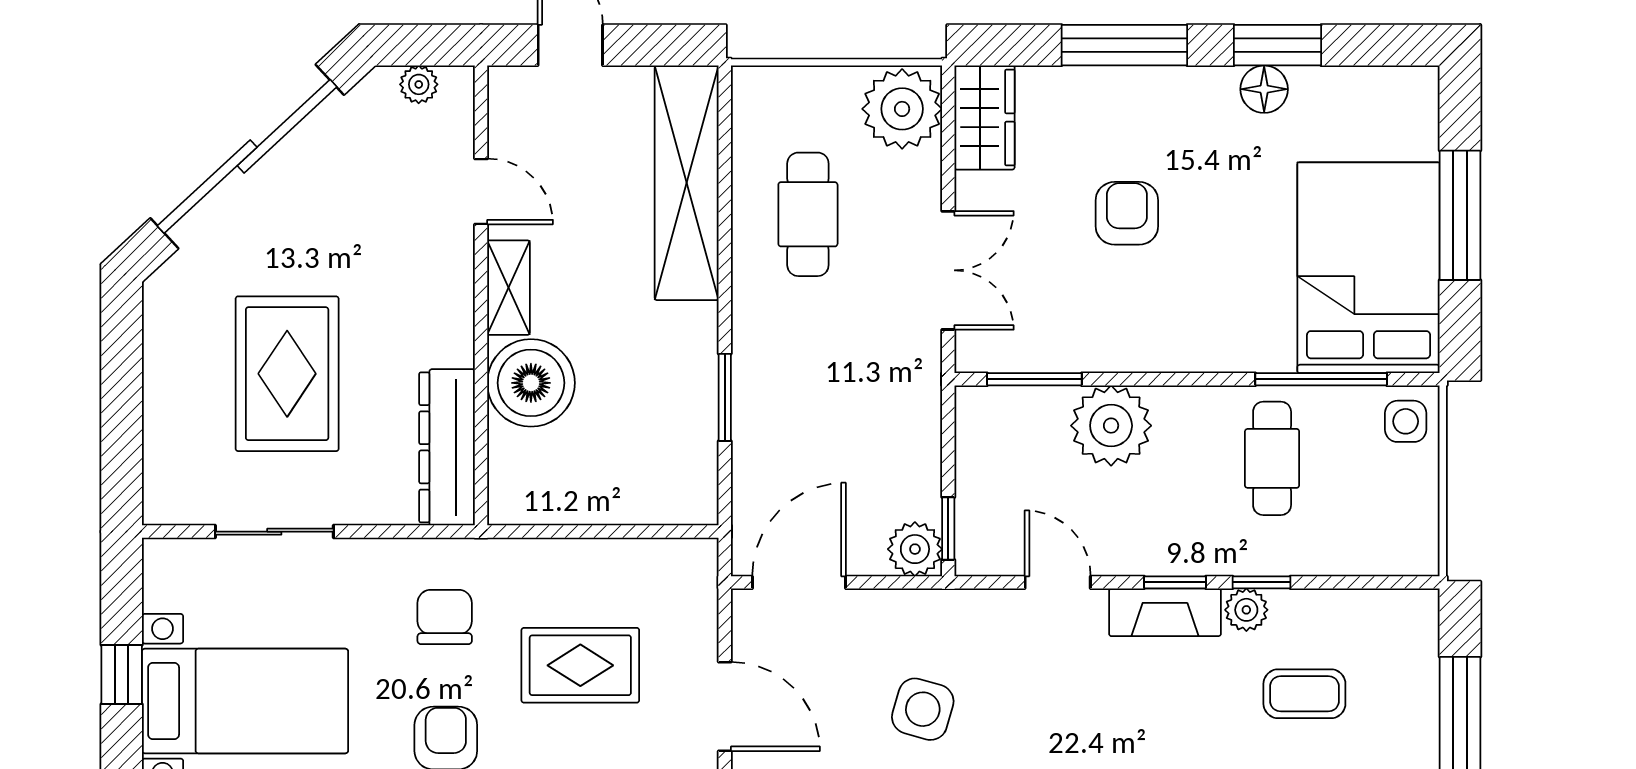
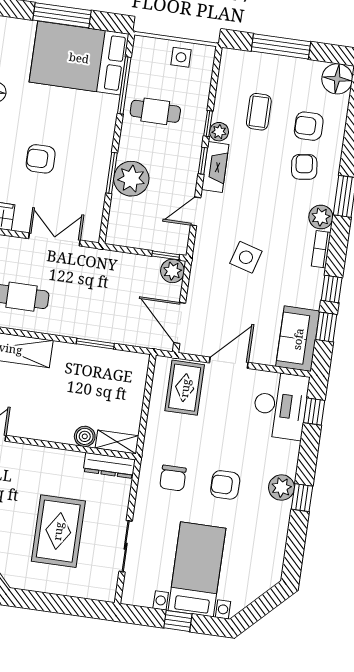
shelving: (508, 288) -> (117, 442), moved
rug: (287, 374) -> (58, 531), turned 90
window: (1034, 379) -> (112, 173), moved
boiler: (531, 383) -> (85, 436), width x0.54, depth x0.54
side table: (1406, 421) -> (181, 57), moved
dresser: (447, 447) -> (109, 465), width x0.73, depth x0.80
chair: (445, 617) -> (173, 478), turned -90
rug: (580, 665) -> (185, 388), moved
side table: (923, 709) -> (246, 257), moved

